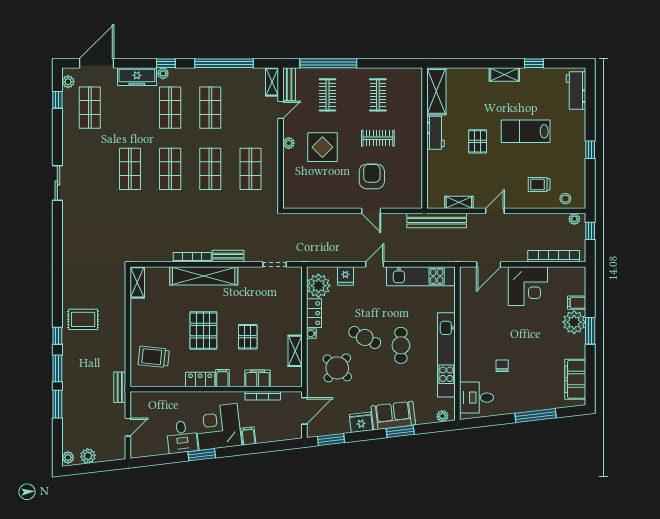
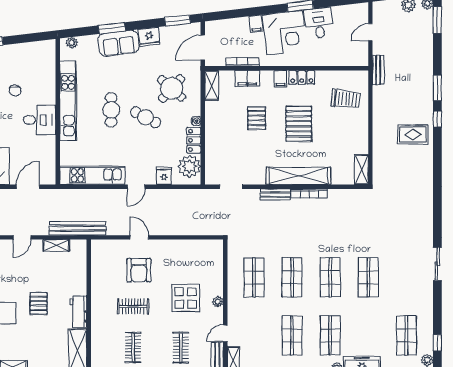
shelving: (295, 351) -> (212, 85), moved
desk: (476, 398) -> (40, 120), moved
window: (57, 404) -> (437, 20), moved

